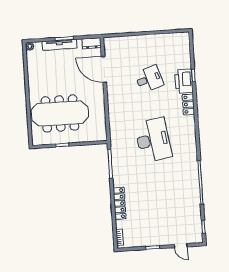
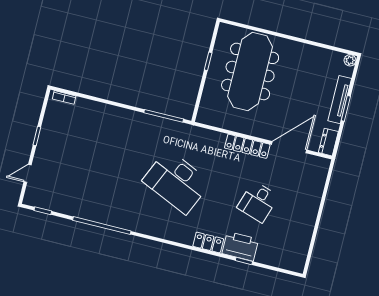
desk: (149, 79) -> (258, 202), turned 36
desk: (153, 140) -> (177, 182), turned 33
locker: (120, 203) -> (247, 146), moved

